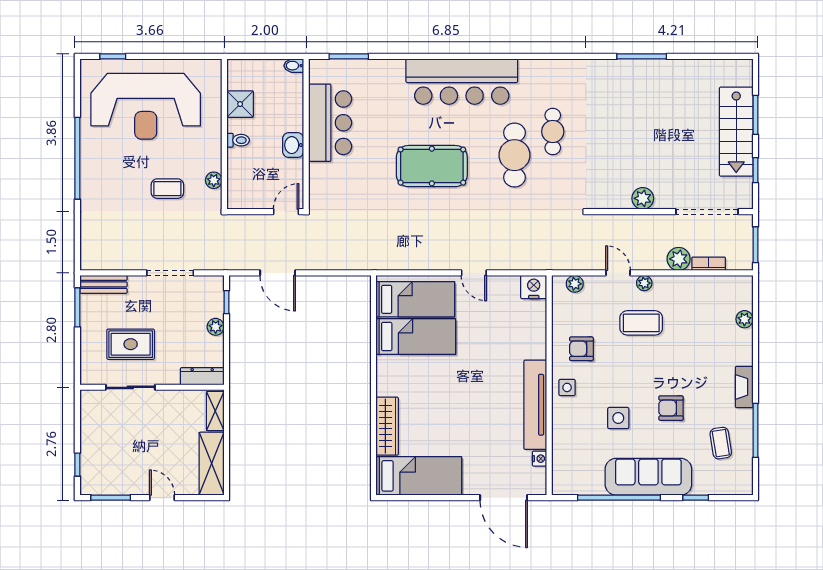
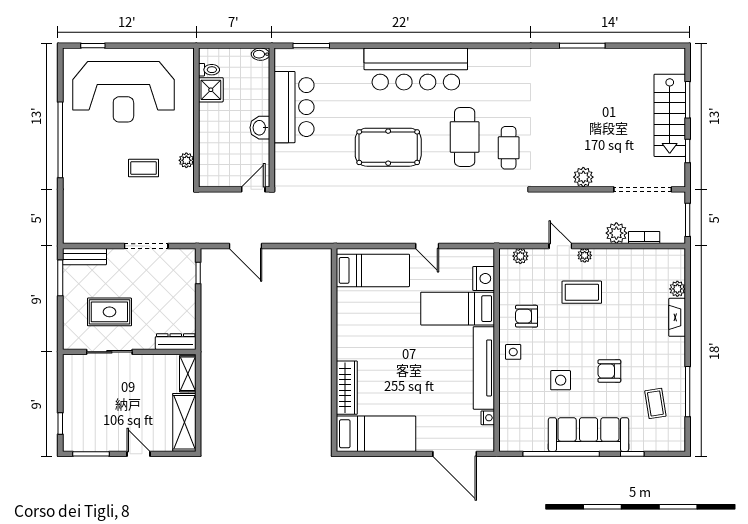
cafe table: (553, 131) -> (509, 148), moved
toilet: (238, 140) -> (209, 70), moved
nightstand: (534, 287) -> (484, 278), moved, turned 90
plant: (216, 327) -> (188, 296), removed
bed: (416, 337) -> (458, 309), moved, turned 180
fireplace: (744, 387) -> (677, 317), moved

